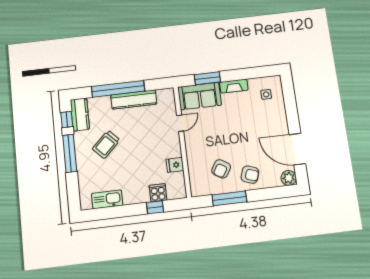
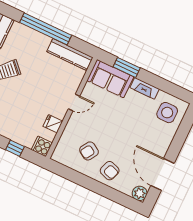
side table: (266, 94) -> (167, 113), width x1.87, depth x1.87
kitchen counter: (134, 99) -> (70, 55), moved
door: (180, 123) -> (74, 102), moved
cooker: (158, 193) -> (42, 146), moved, turned -90
window: (229, 198) -> (80, 179), removed

